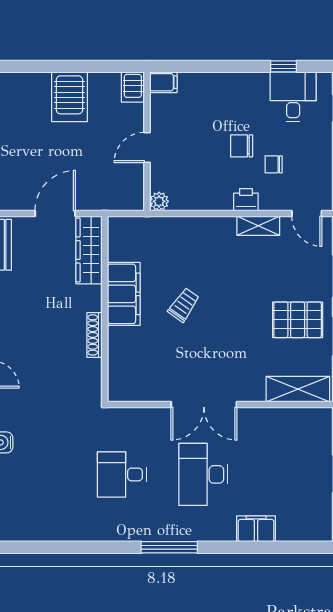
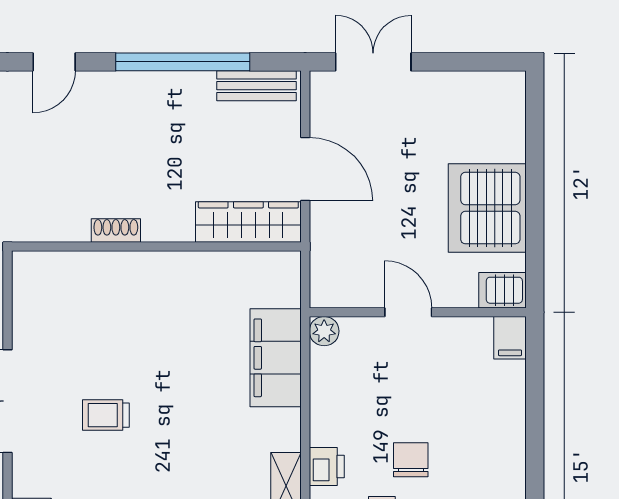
server rack: (69, 97) -> (487, 208), width x1.60
filing cabinet: (124, 294) -> (276, 358), moved, turned 90
trolley: (184, 305) -> (106, 415), moved, turned 145
shoe rack: (95, 335) -> (116, 230), width x0.70

